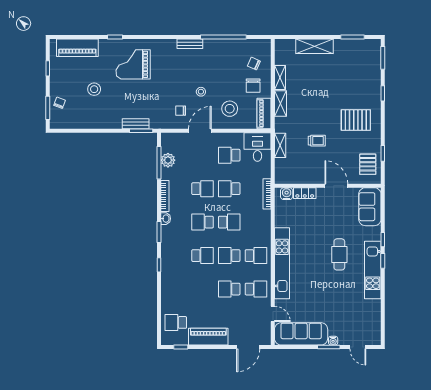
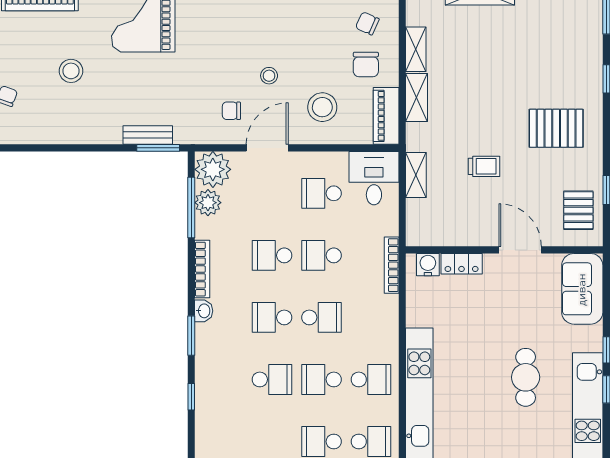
plant: (171, 142) -> (213, 169), added
school desk: (203, 189) -> (272, 255), turned 180

